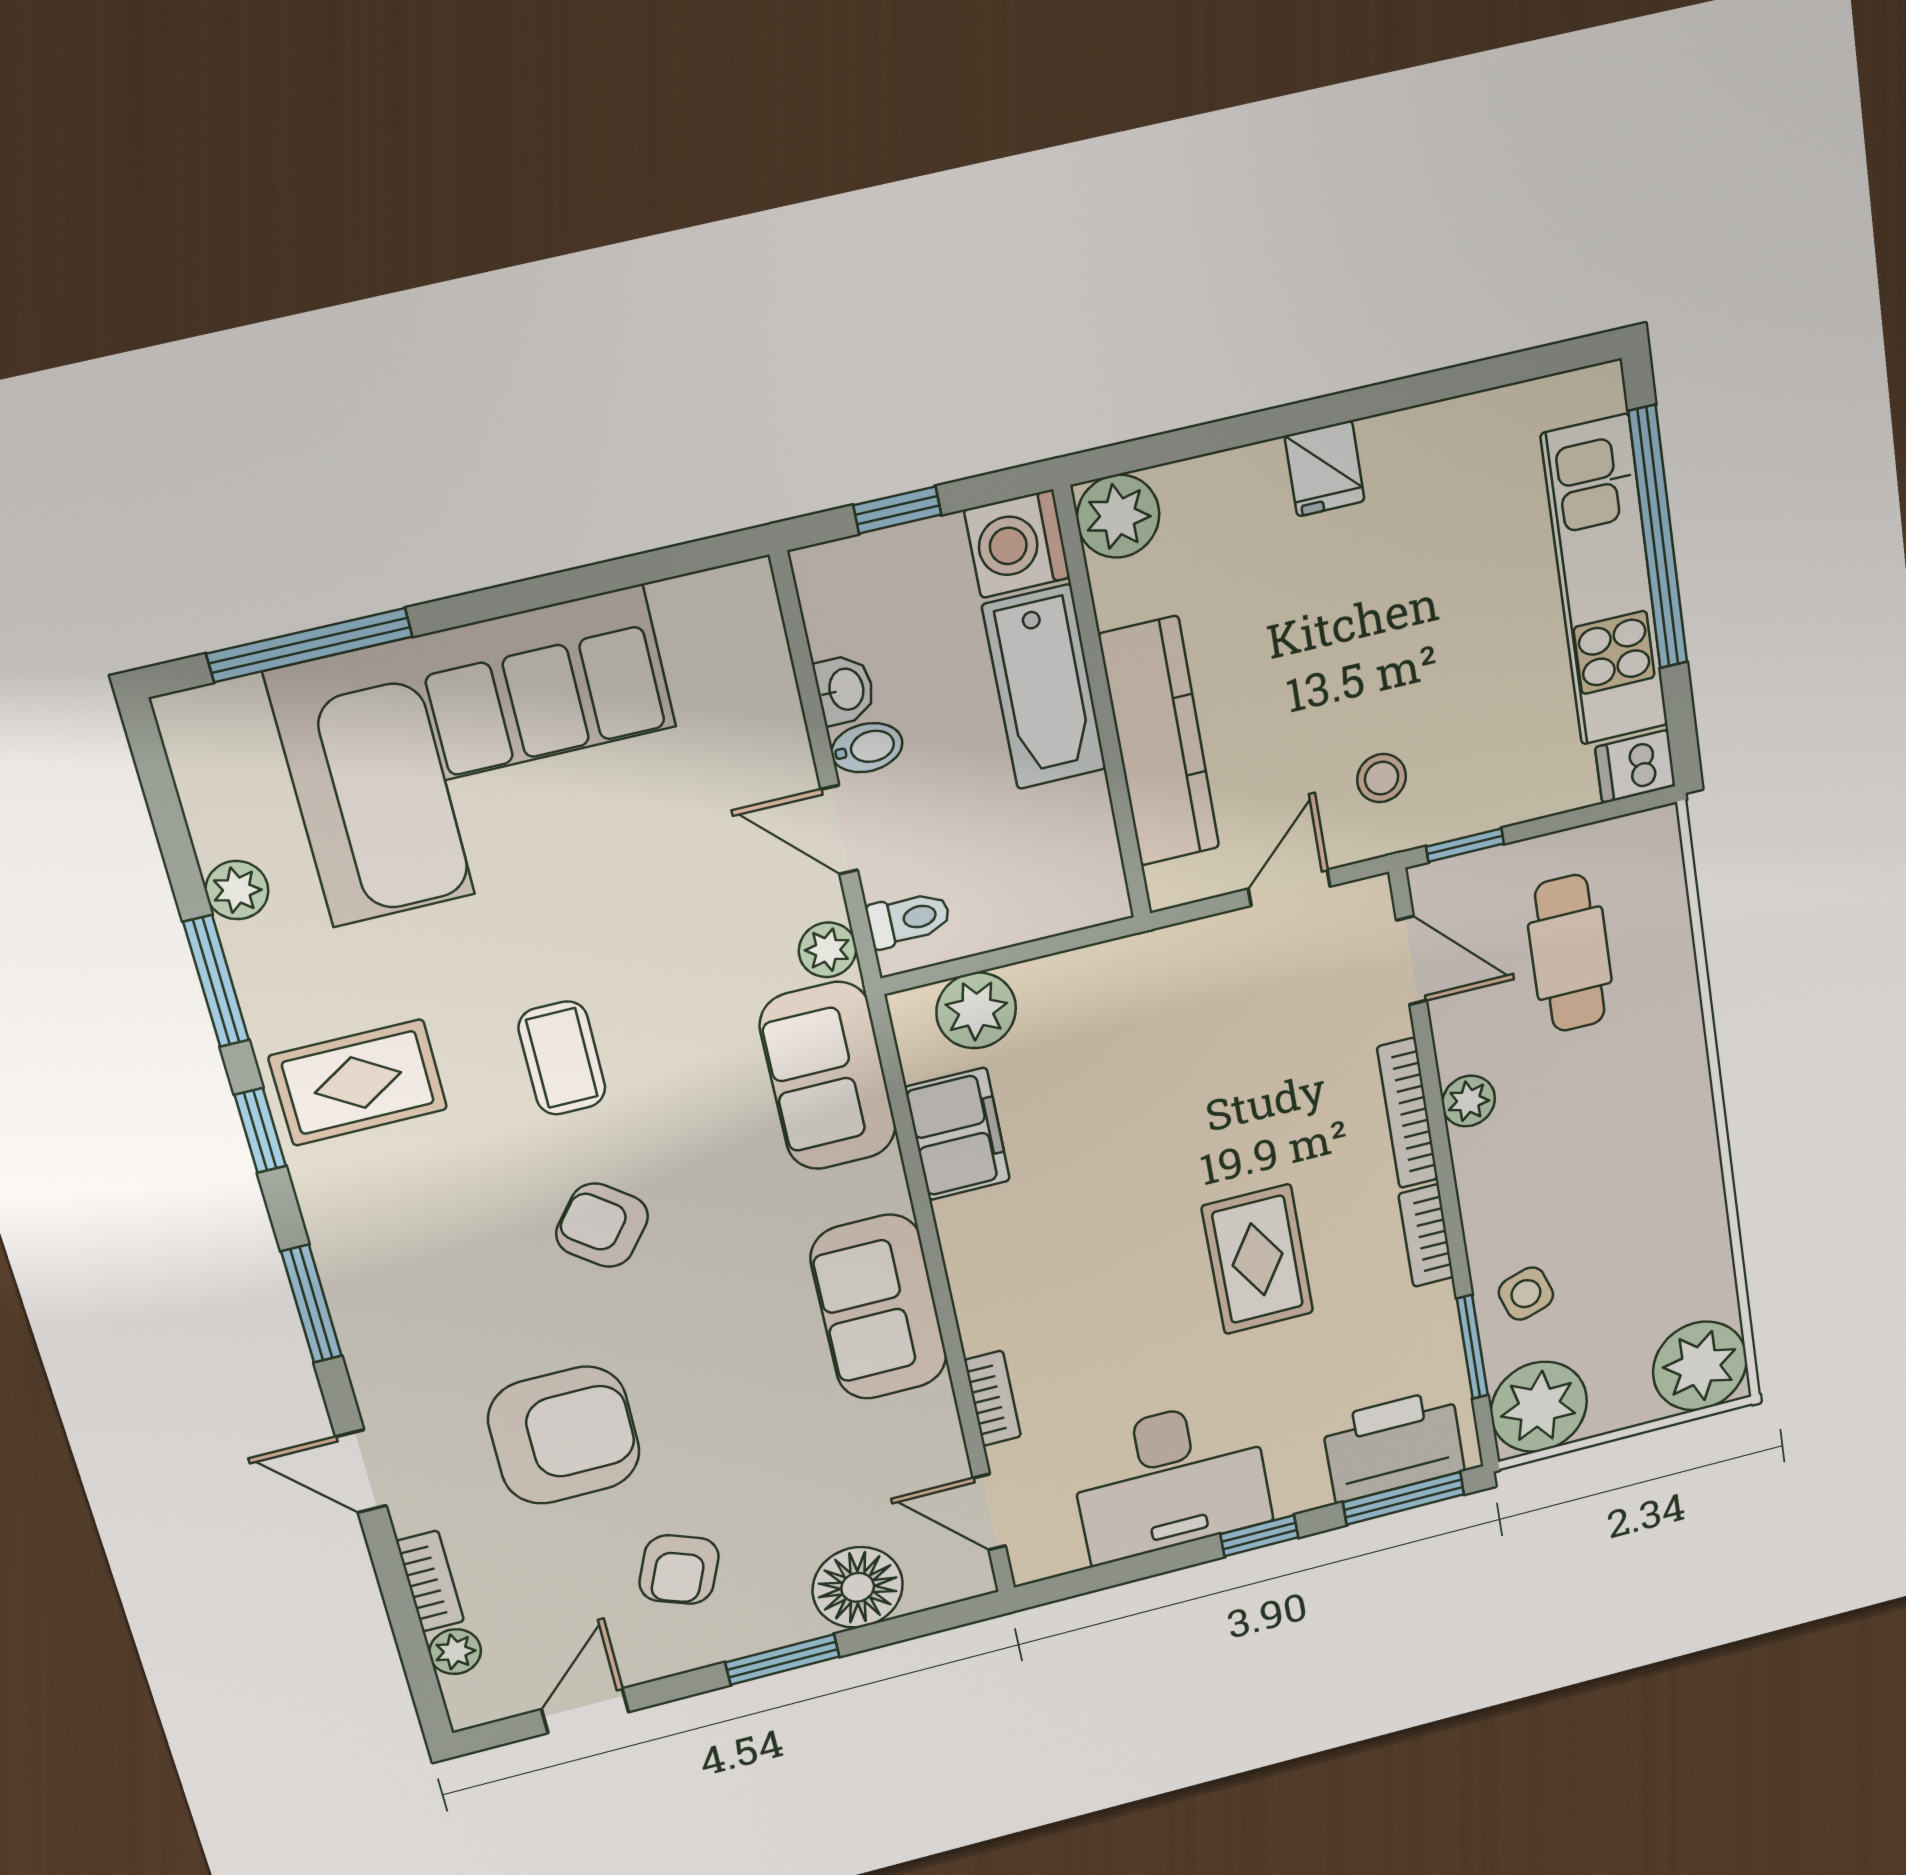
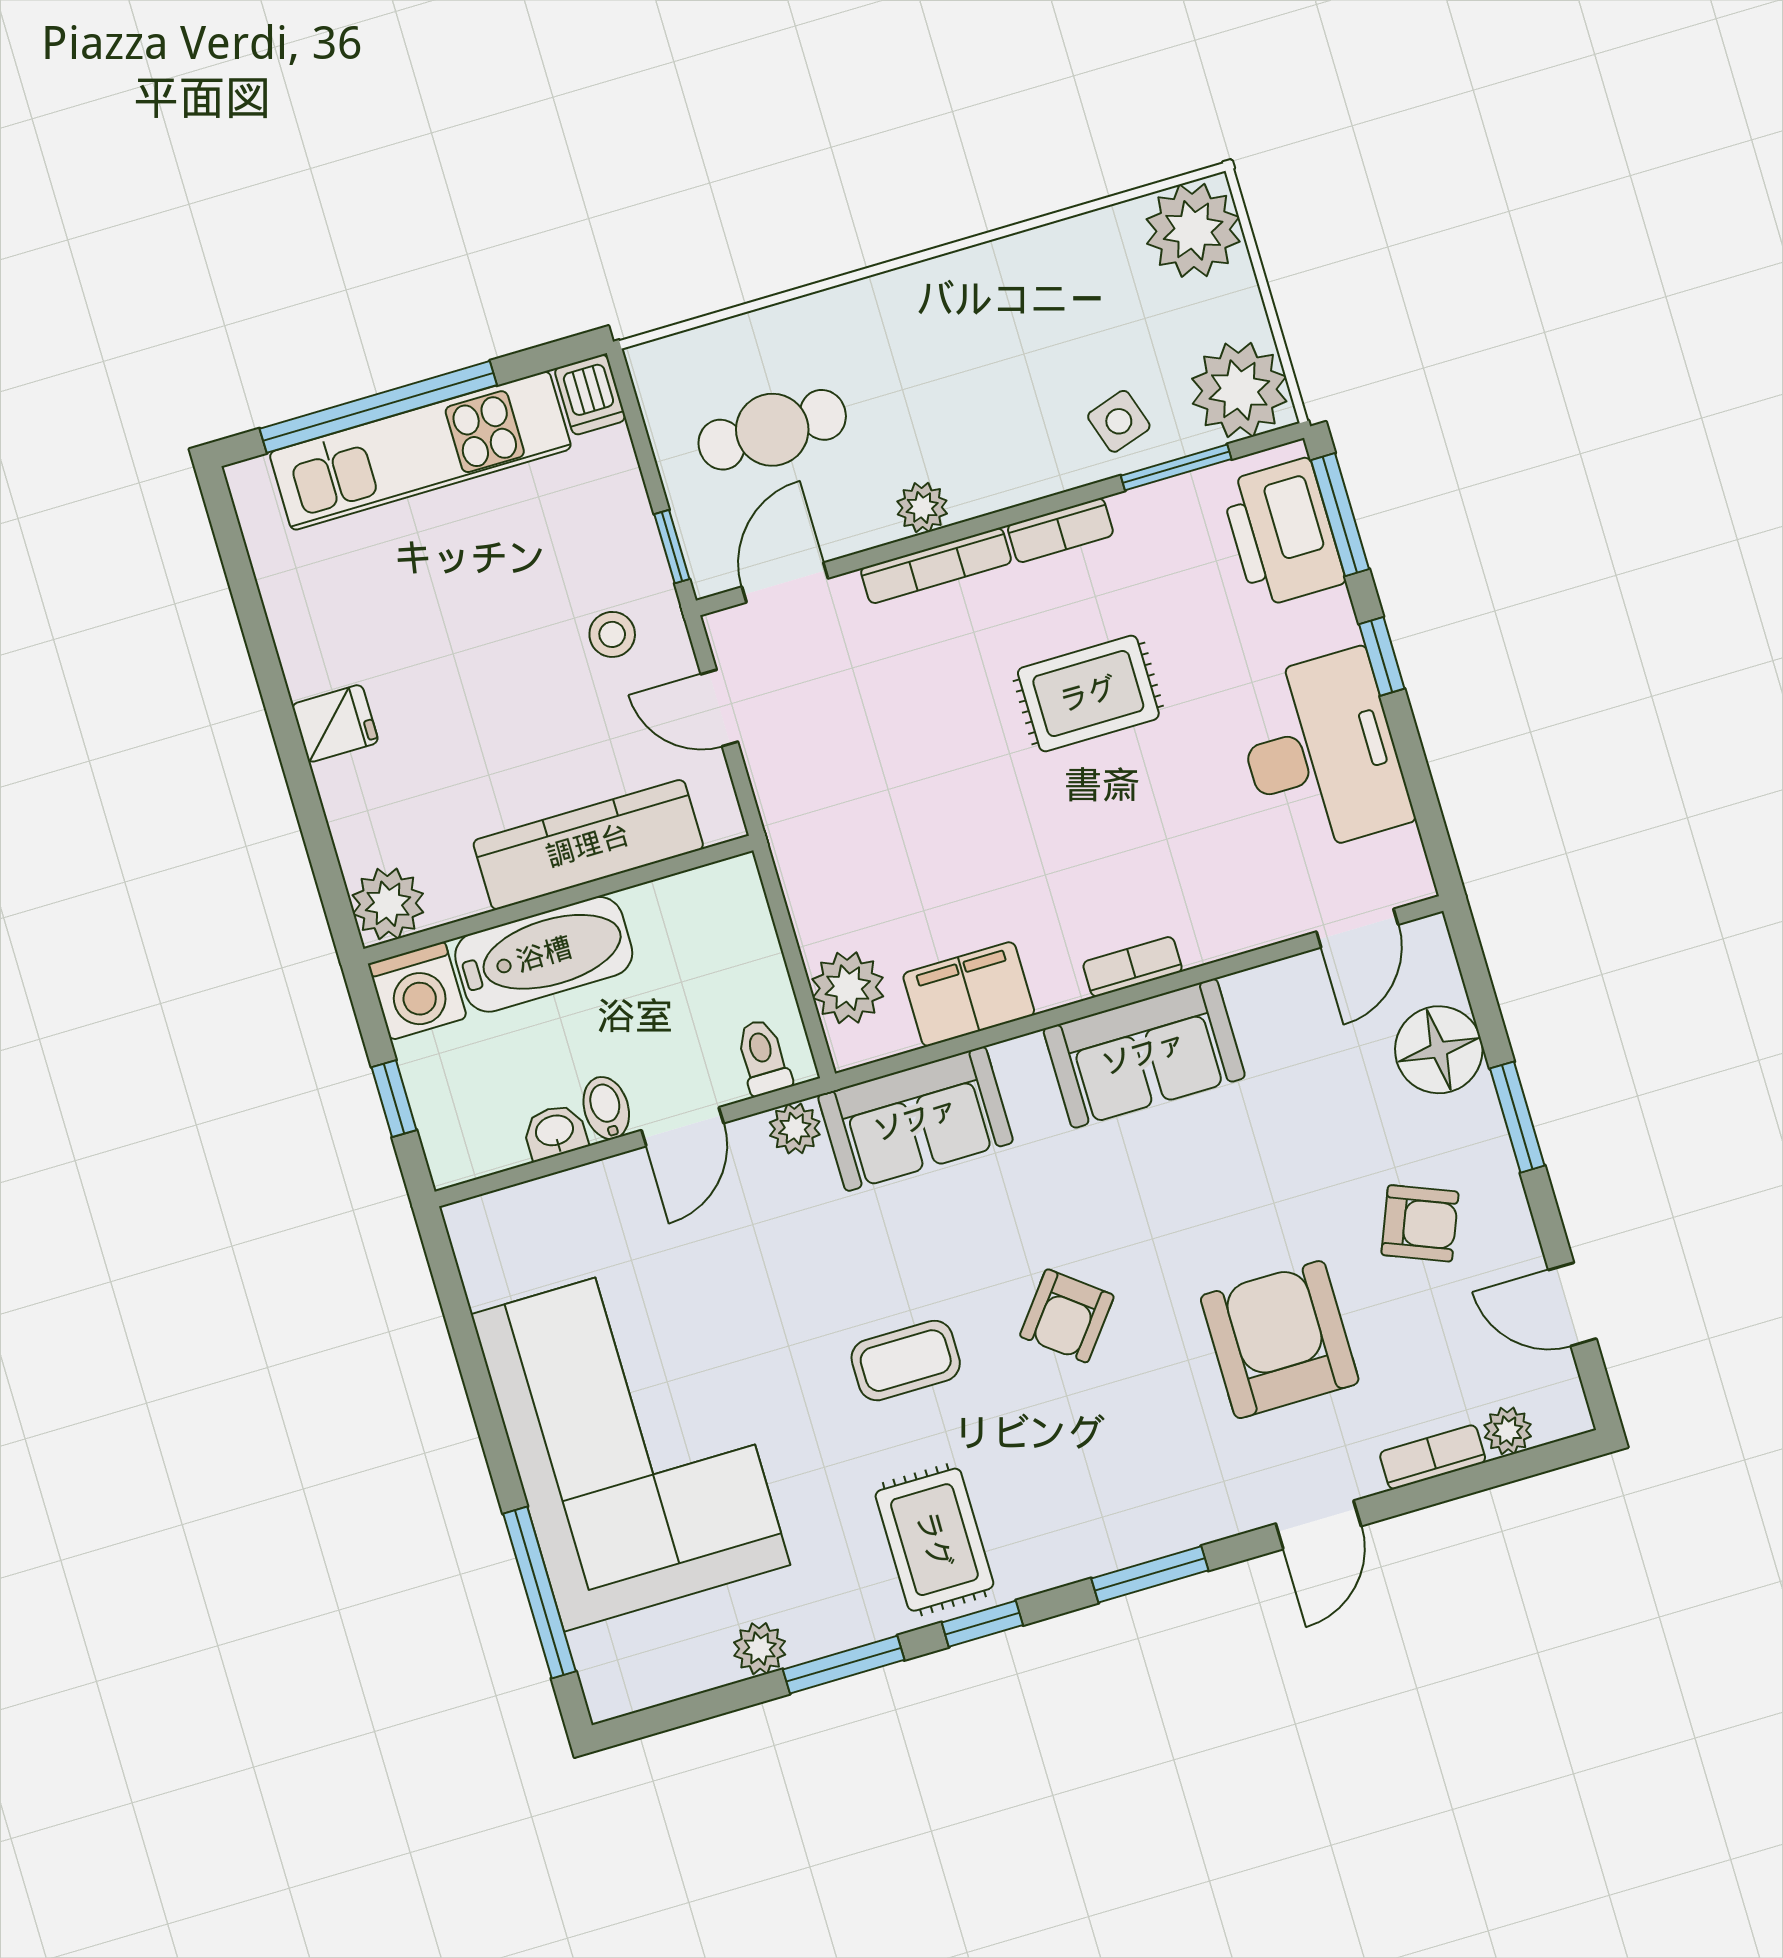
bookcase: (993, 1398) -> (1133, 967), moved

